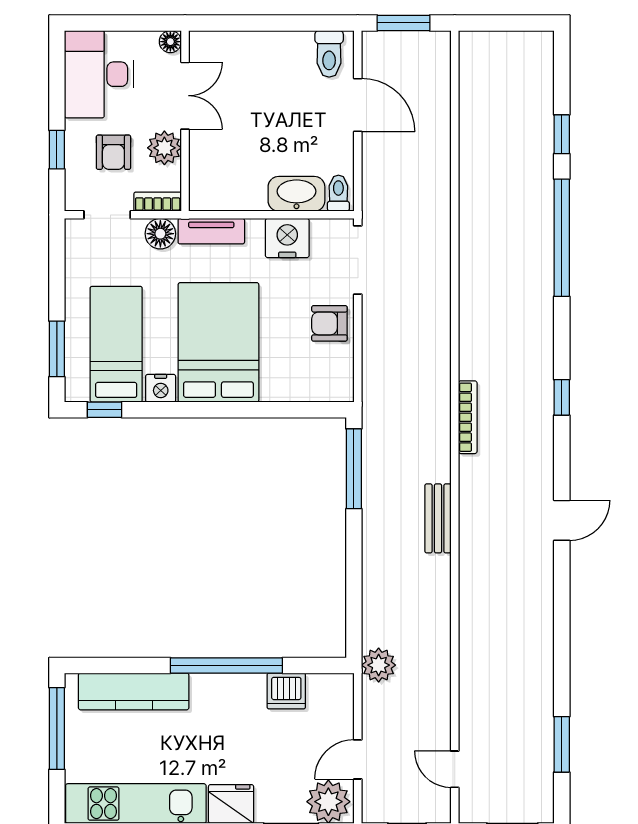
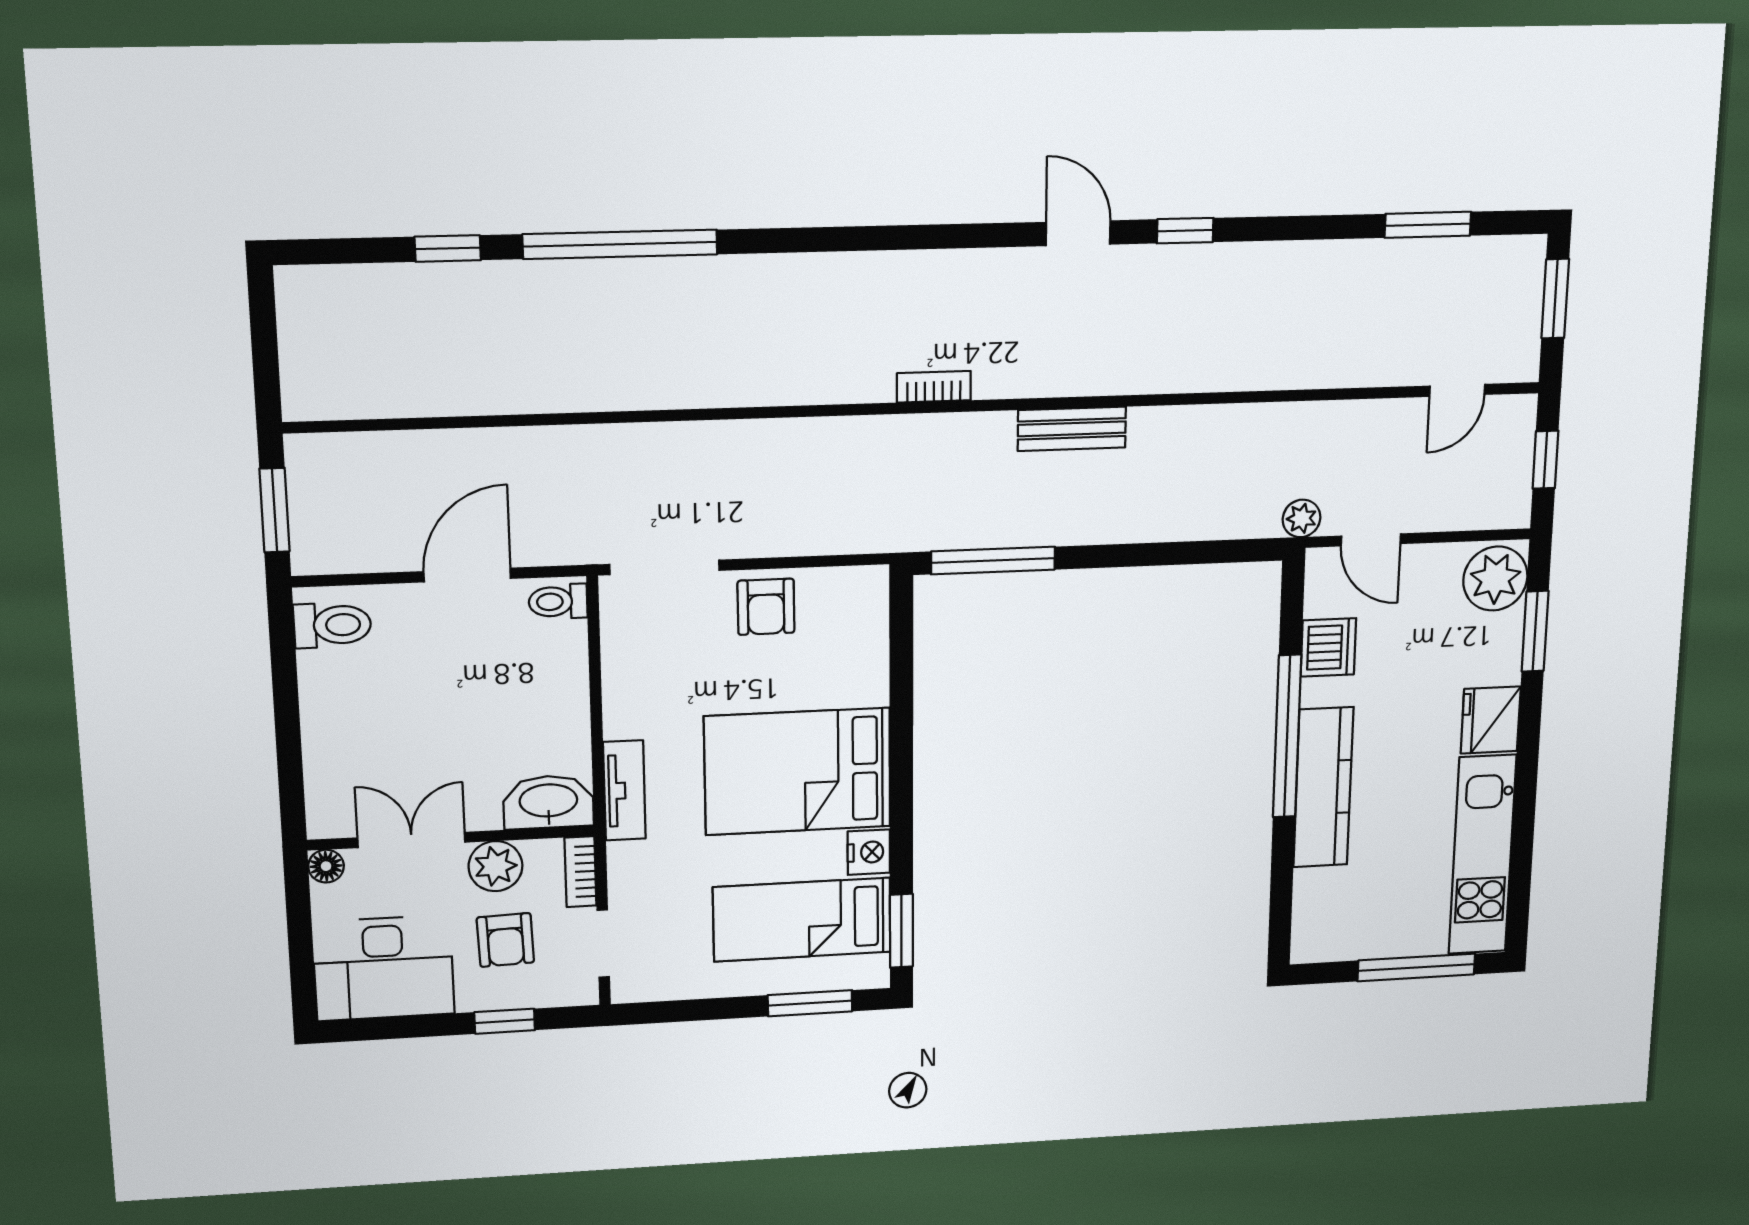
door: (358, 105) -> (467, 575), moved
armchair: (113, 152) -> (505, 940), turned 88
washbasin: (296, 194) -> (548, 802), moved, turned 90
floor lamp: (160, 234) -> (630, 865), removed
nightstand: (287, 238) -> (632, 676), removed
window: (562, 397) -> (1185, 231), moved
window: (104, 410) -> (901, 931), width x1.50
bookcase: (468, 417) -> (934, 387), width x0.64
plant: (379, 665) -> (1302, 518), width x0.73, depth x0.73
kitchen counter: (134, 691) -> (1323, 787), moved
window: (57, 729) -> (1416, 967), moved
door: (358, 759) -> (1371, 540), moved

